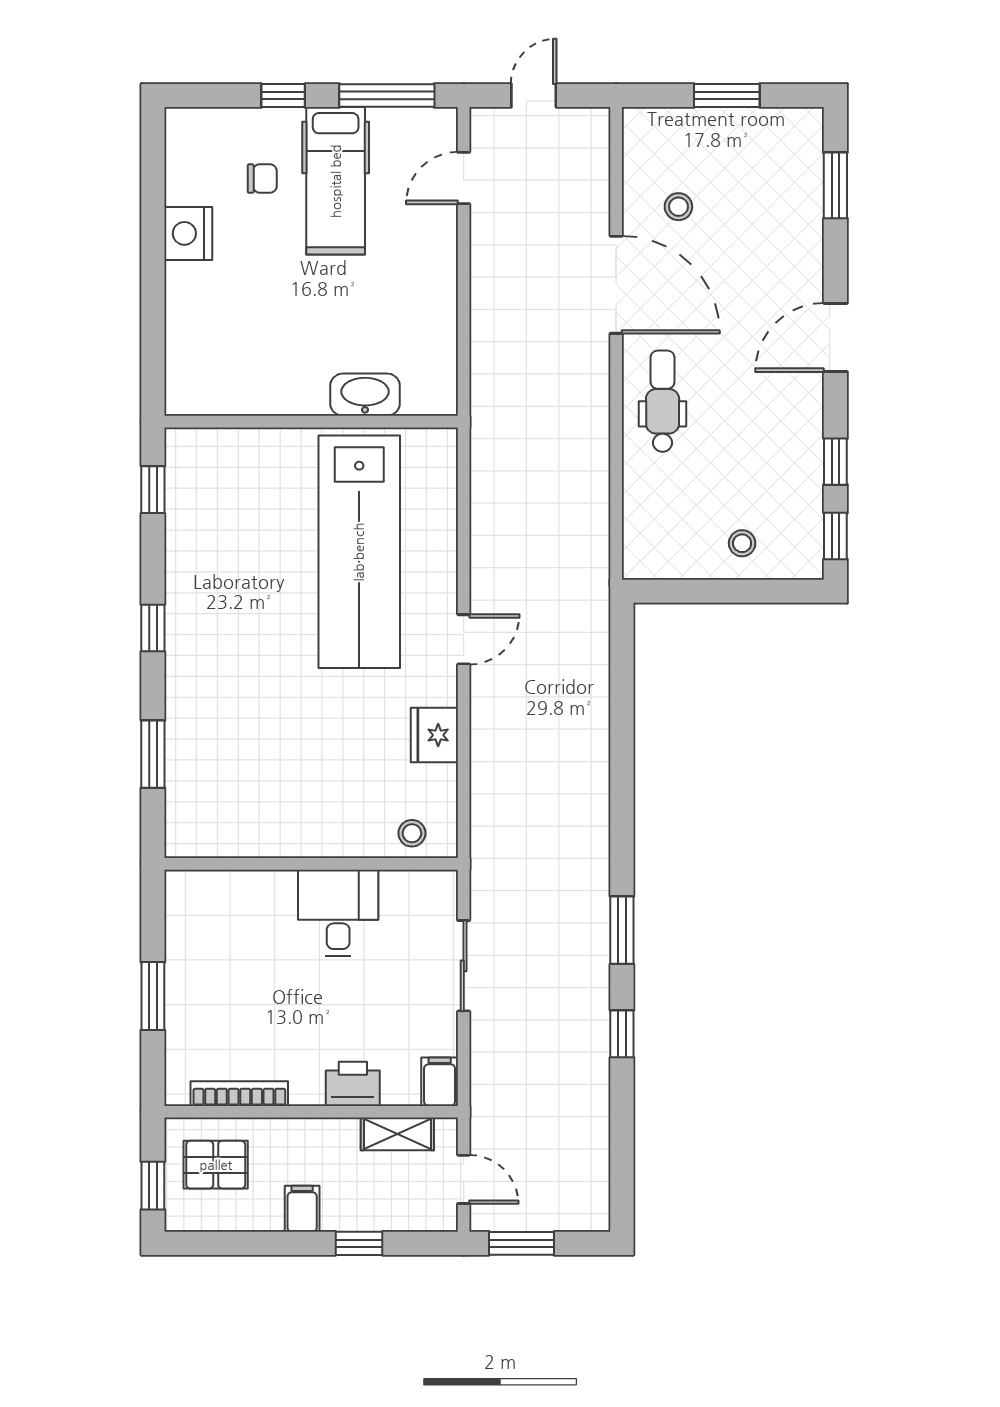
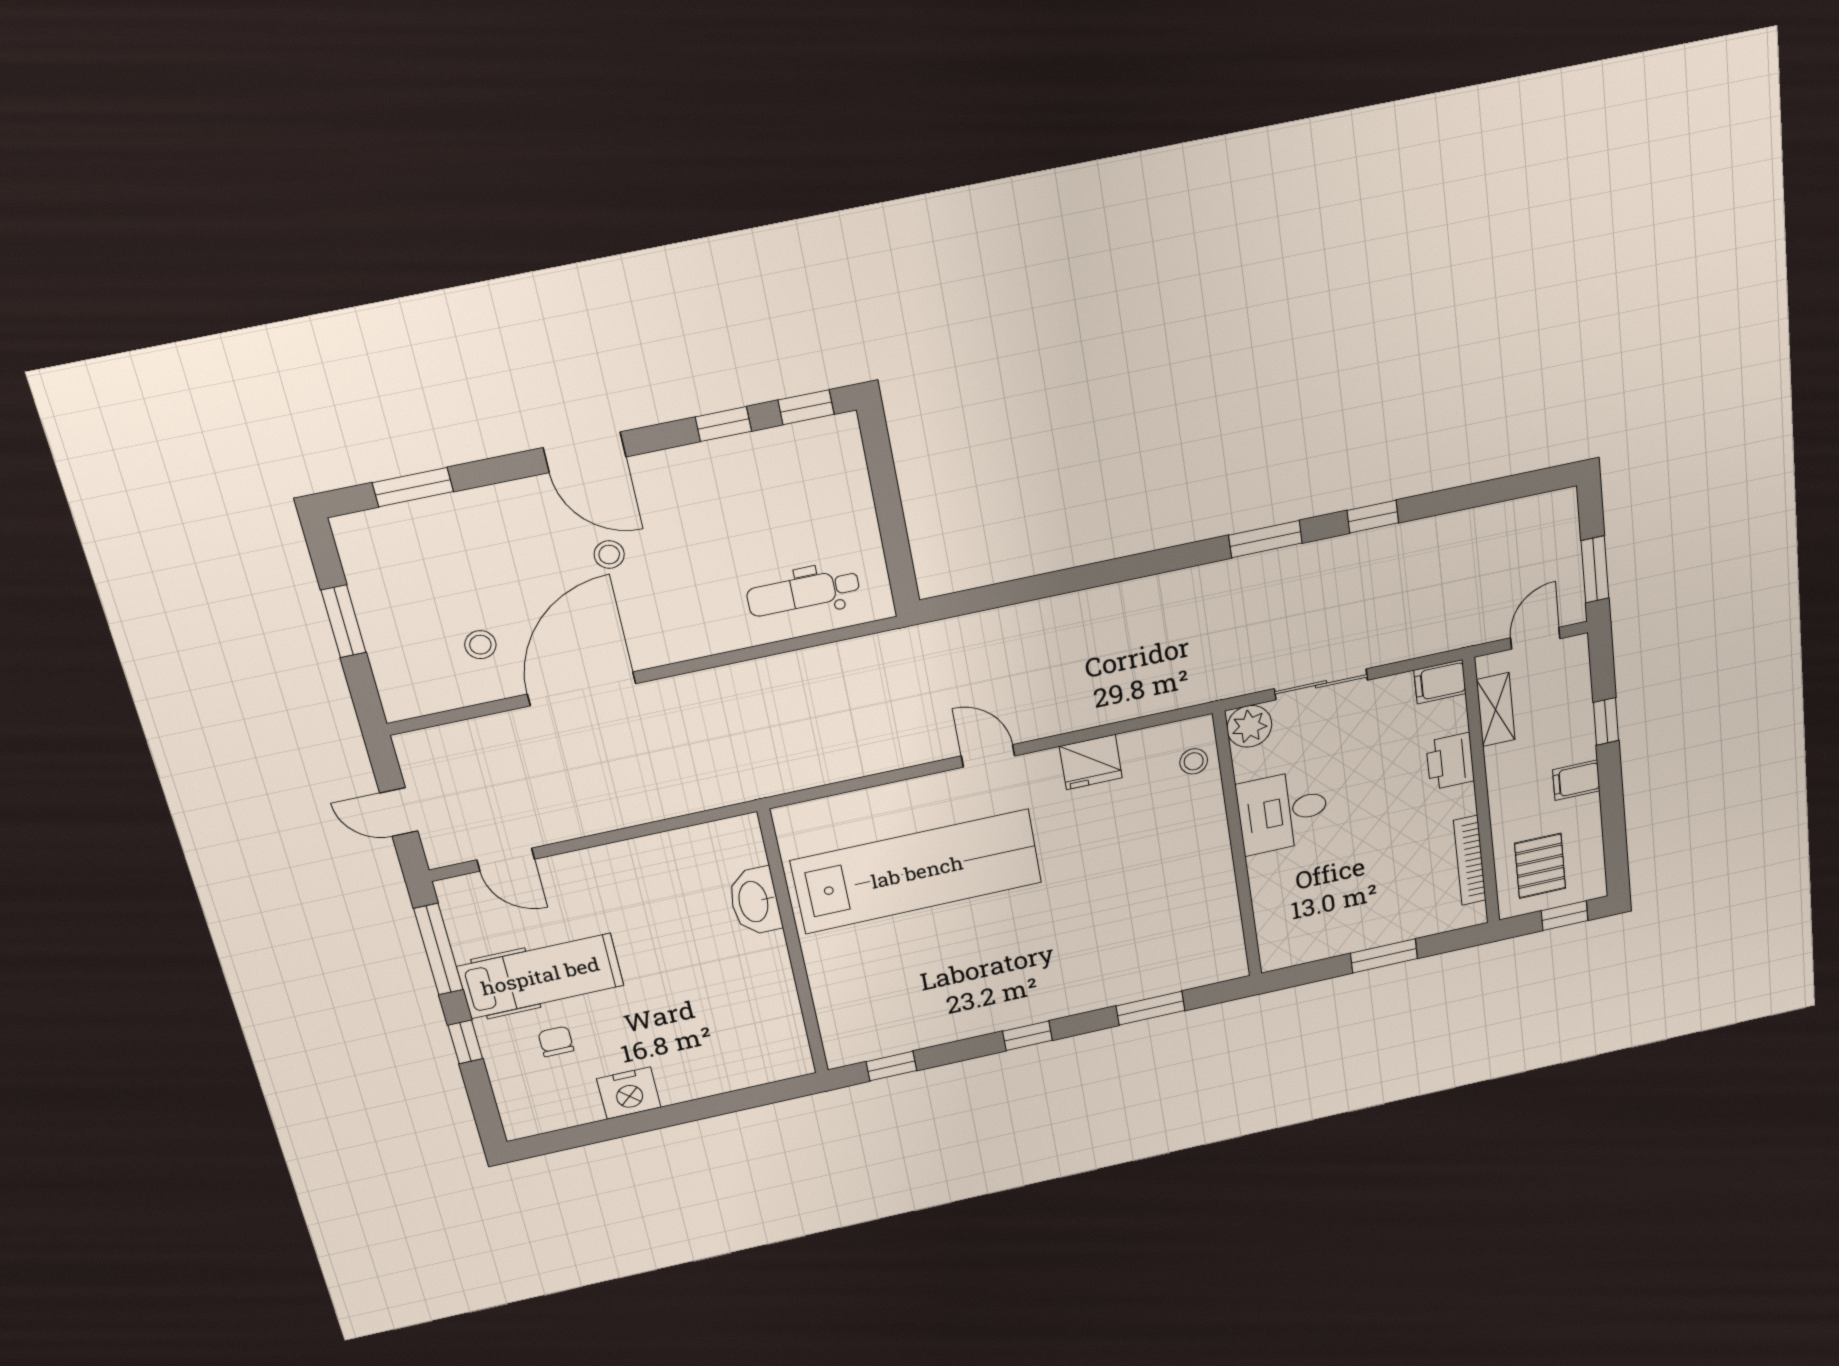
dental chair: (663, 401) -> (803, 592), moved
stool: (742, 543) -> (609, 555), moved
plant: (436, 892) -> (1249, 726), added

